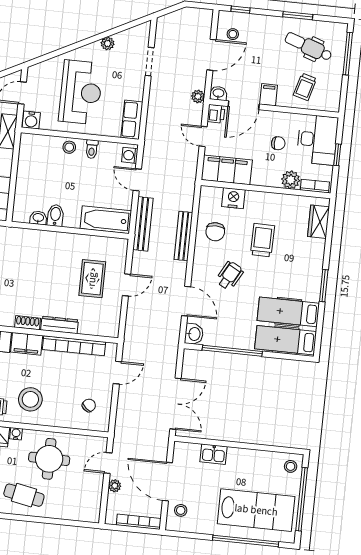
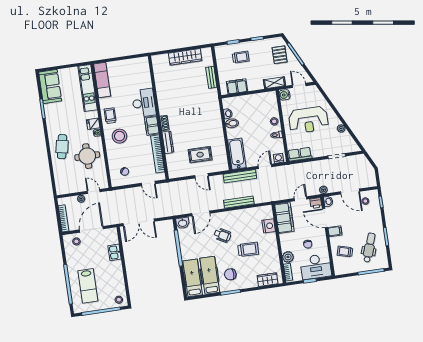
chair: (215, 232) -> (230, 274), moved
lab bench: (256, 510) -> (88, 286), width x0.73, depth x0.72

